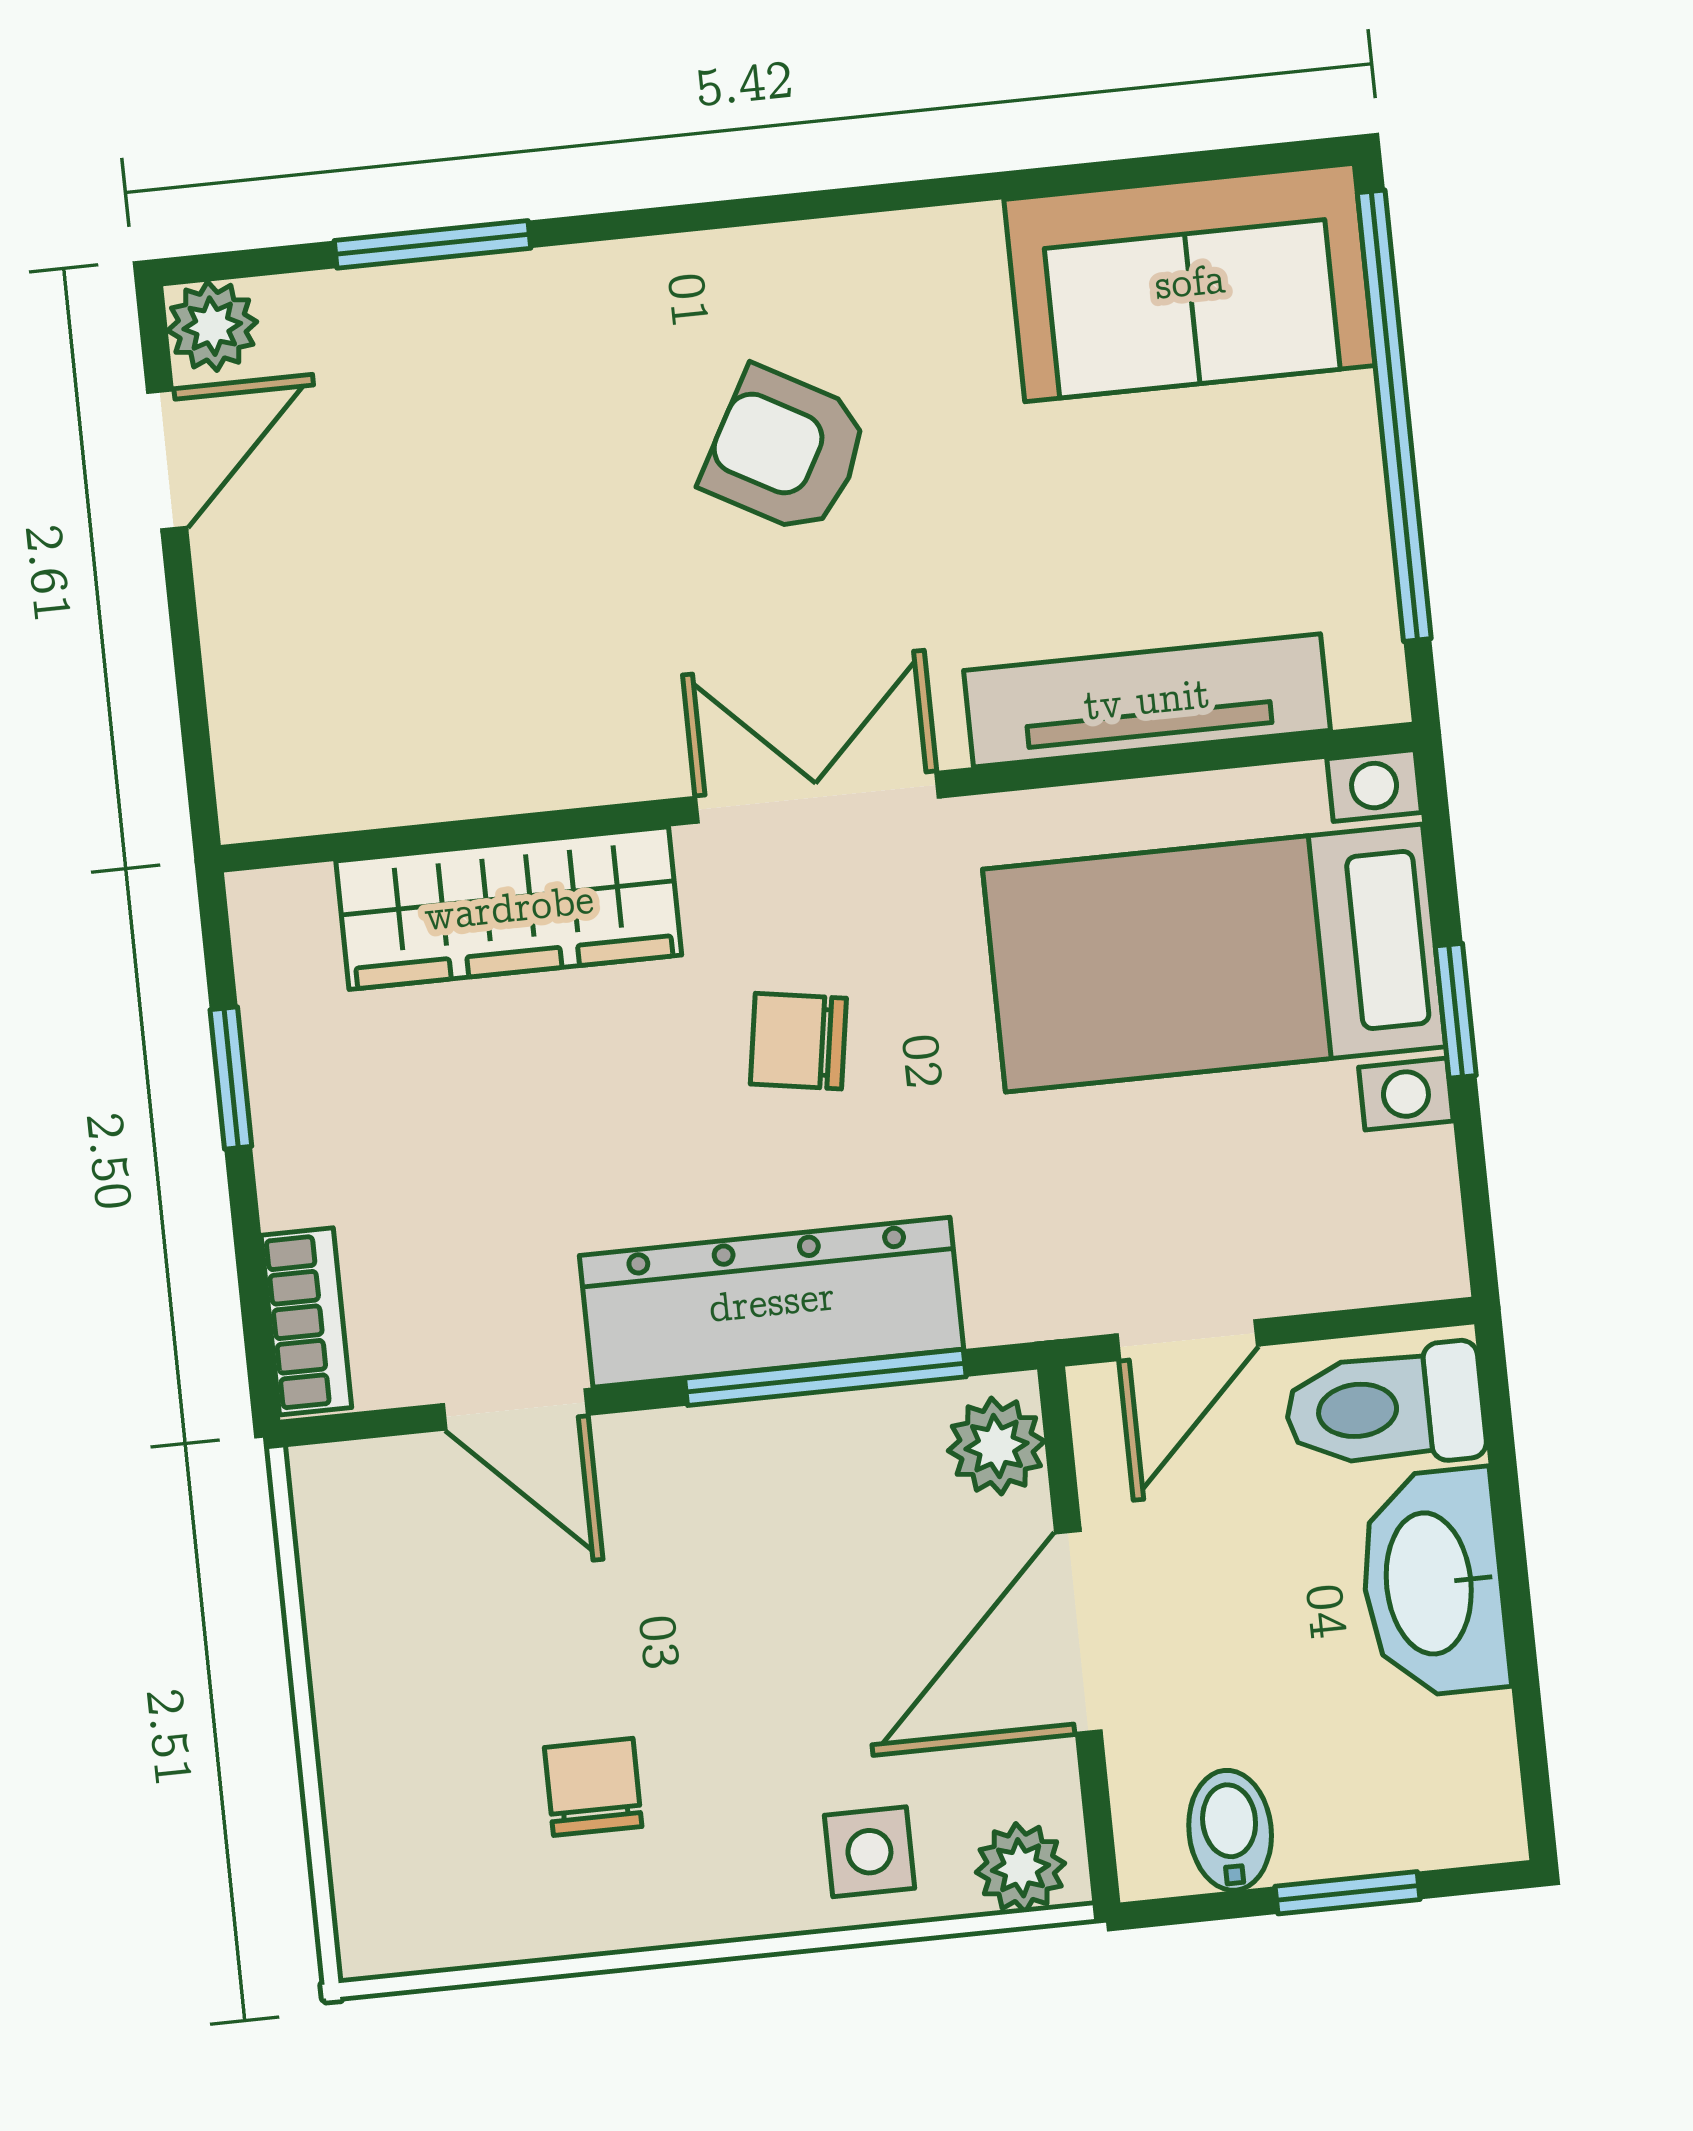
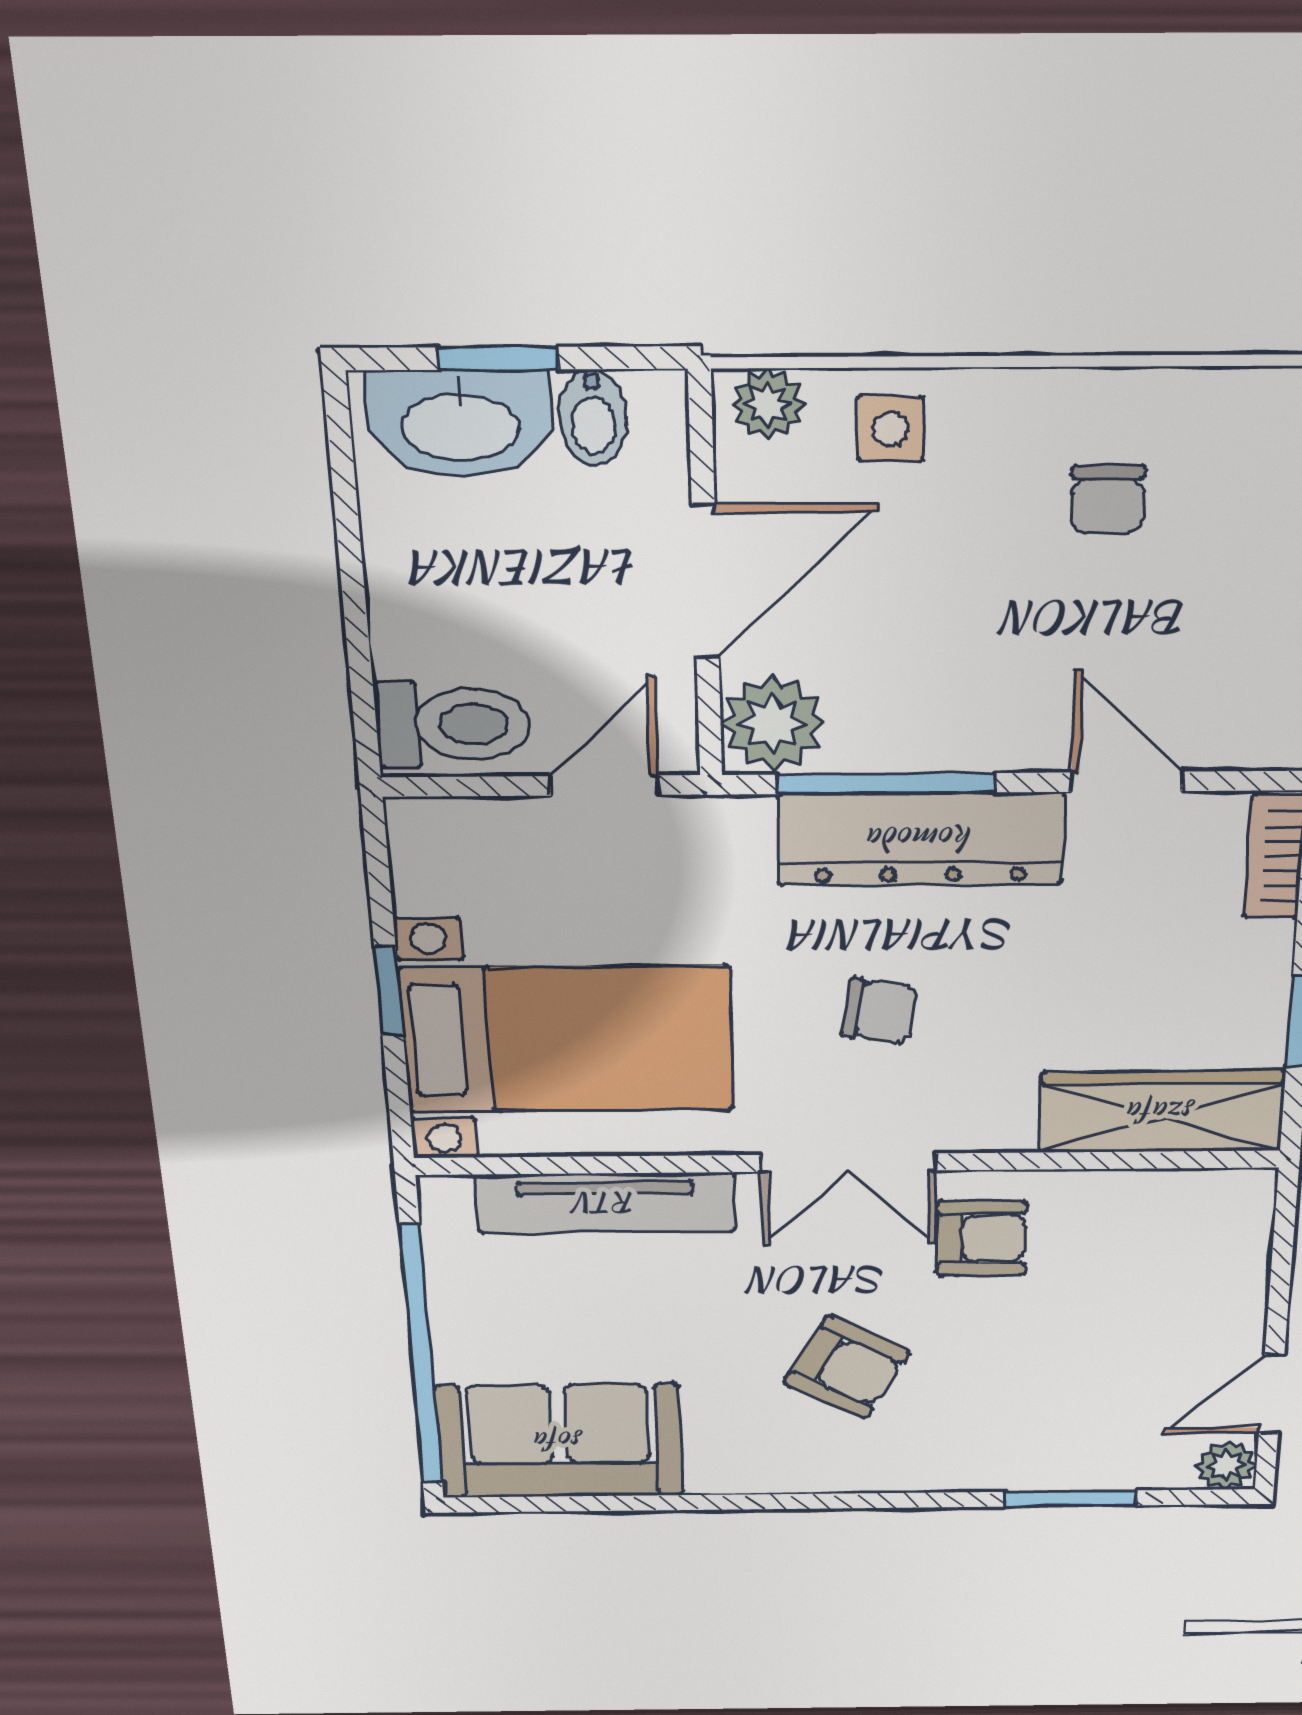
armchair: (619, 689) -> (981, 1239), added
wardrobe: (509, 908) -> (1162, 1112), moved
plant: (996, 1446) -> (773, 723), width x1.38, depth x1.38
washbasin: (1433, 1583) -> (460, 424), moved, turned 90

